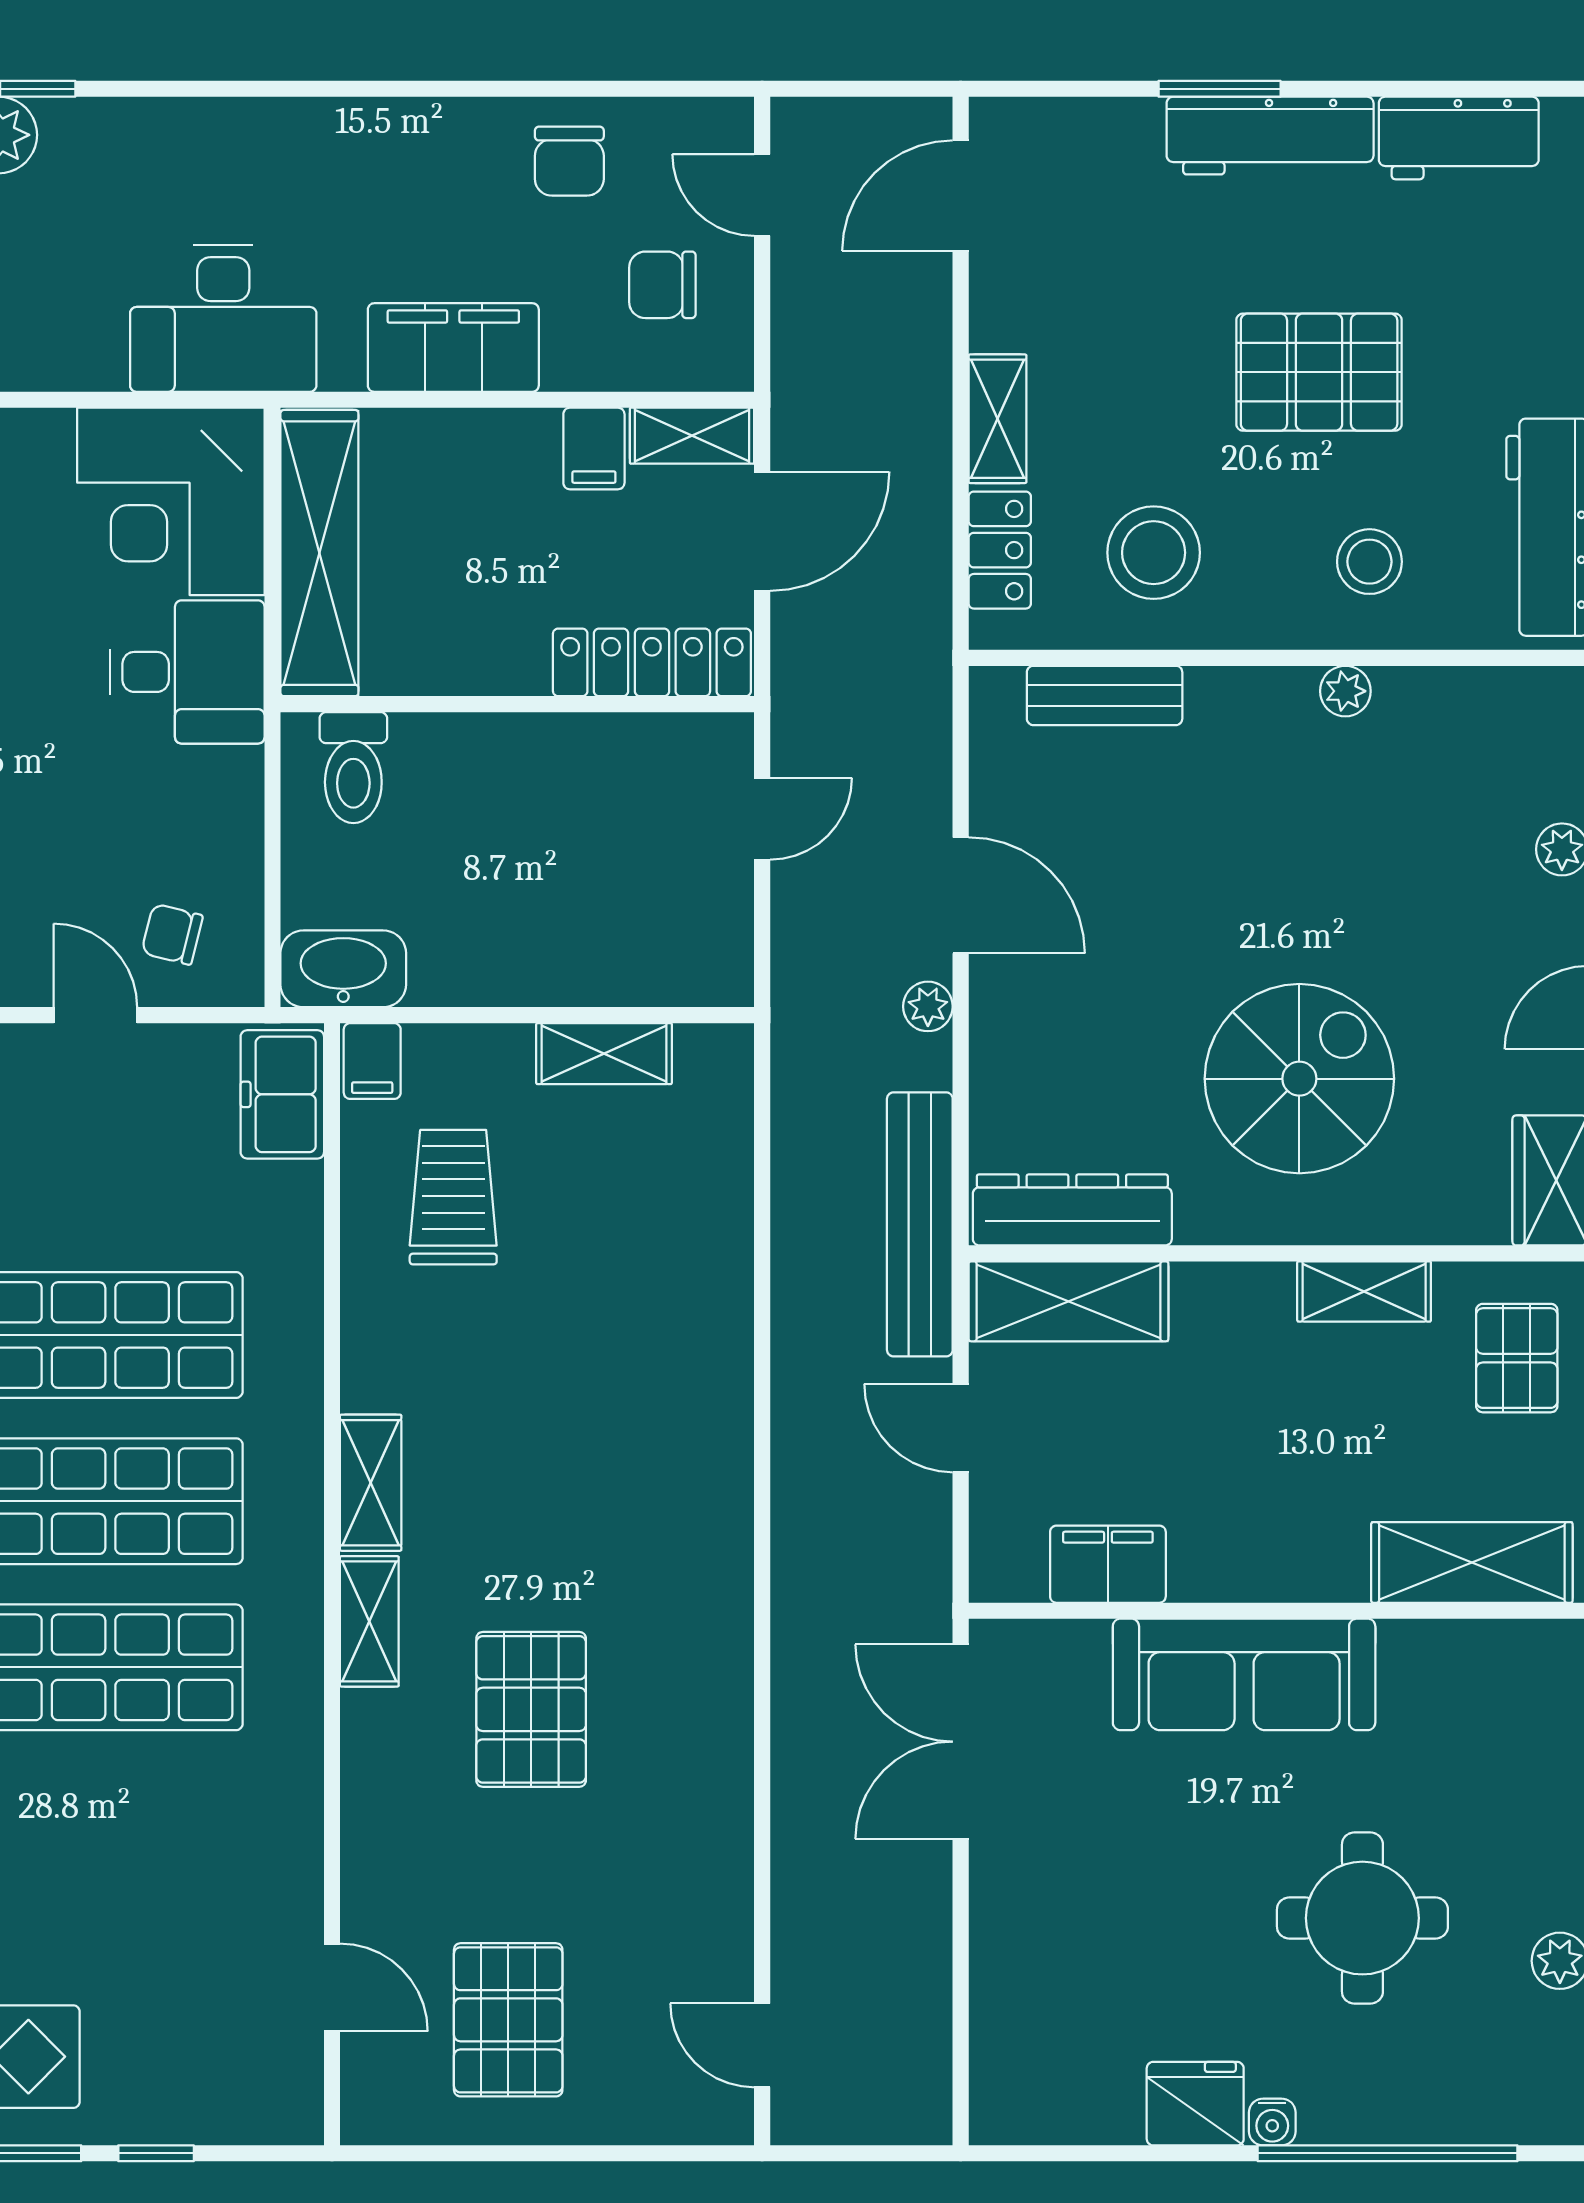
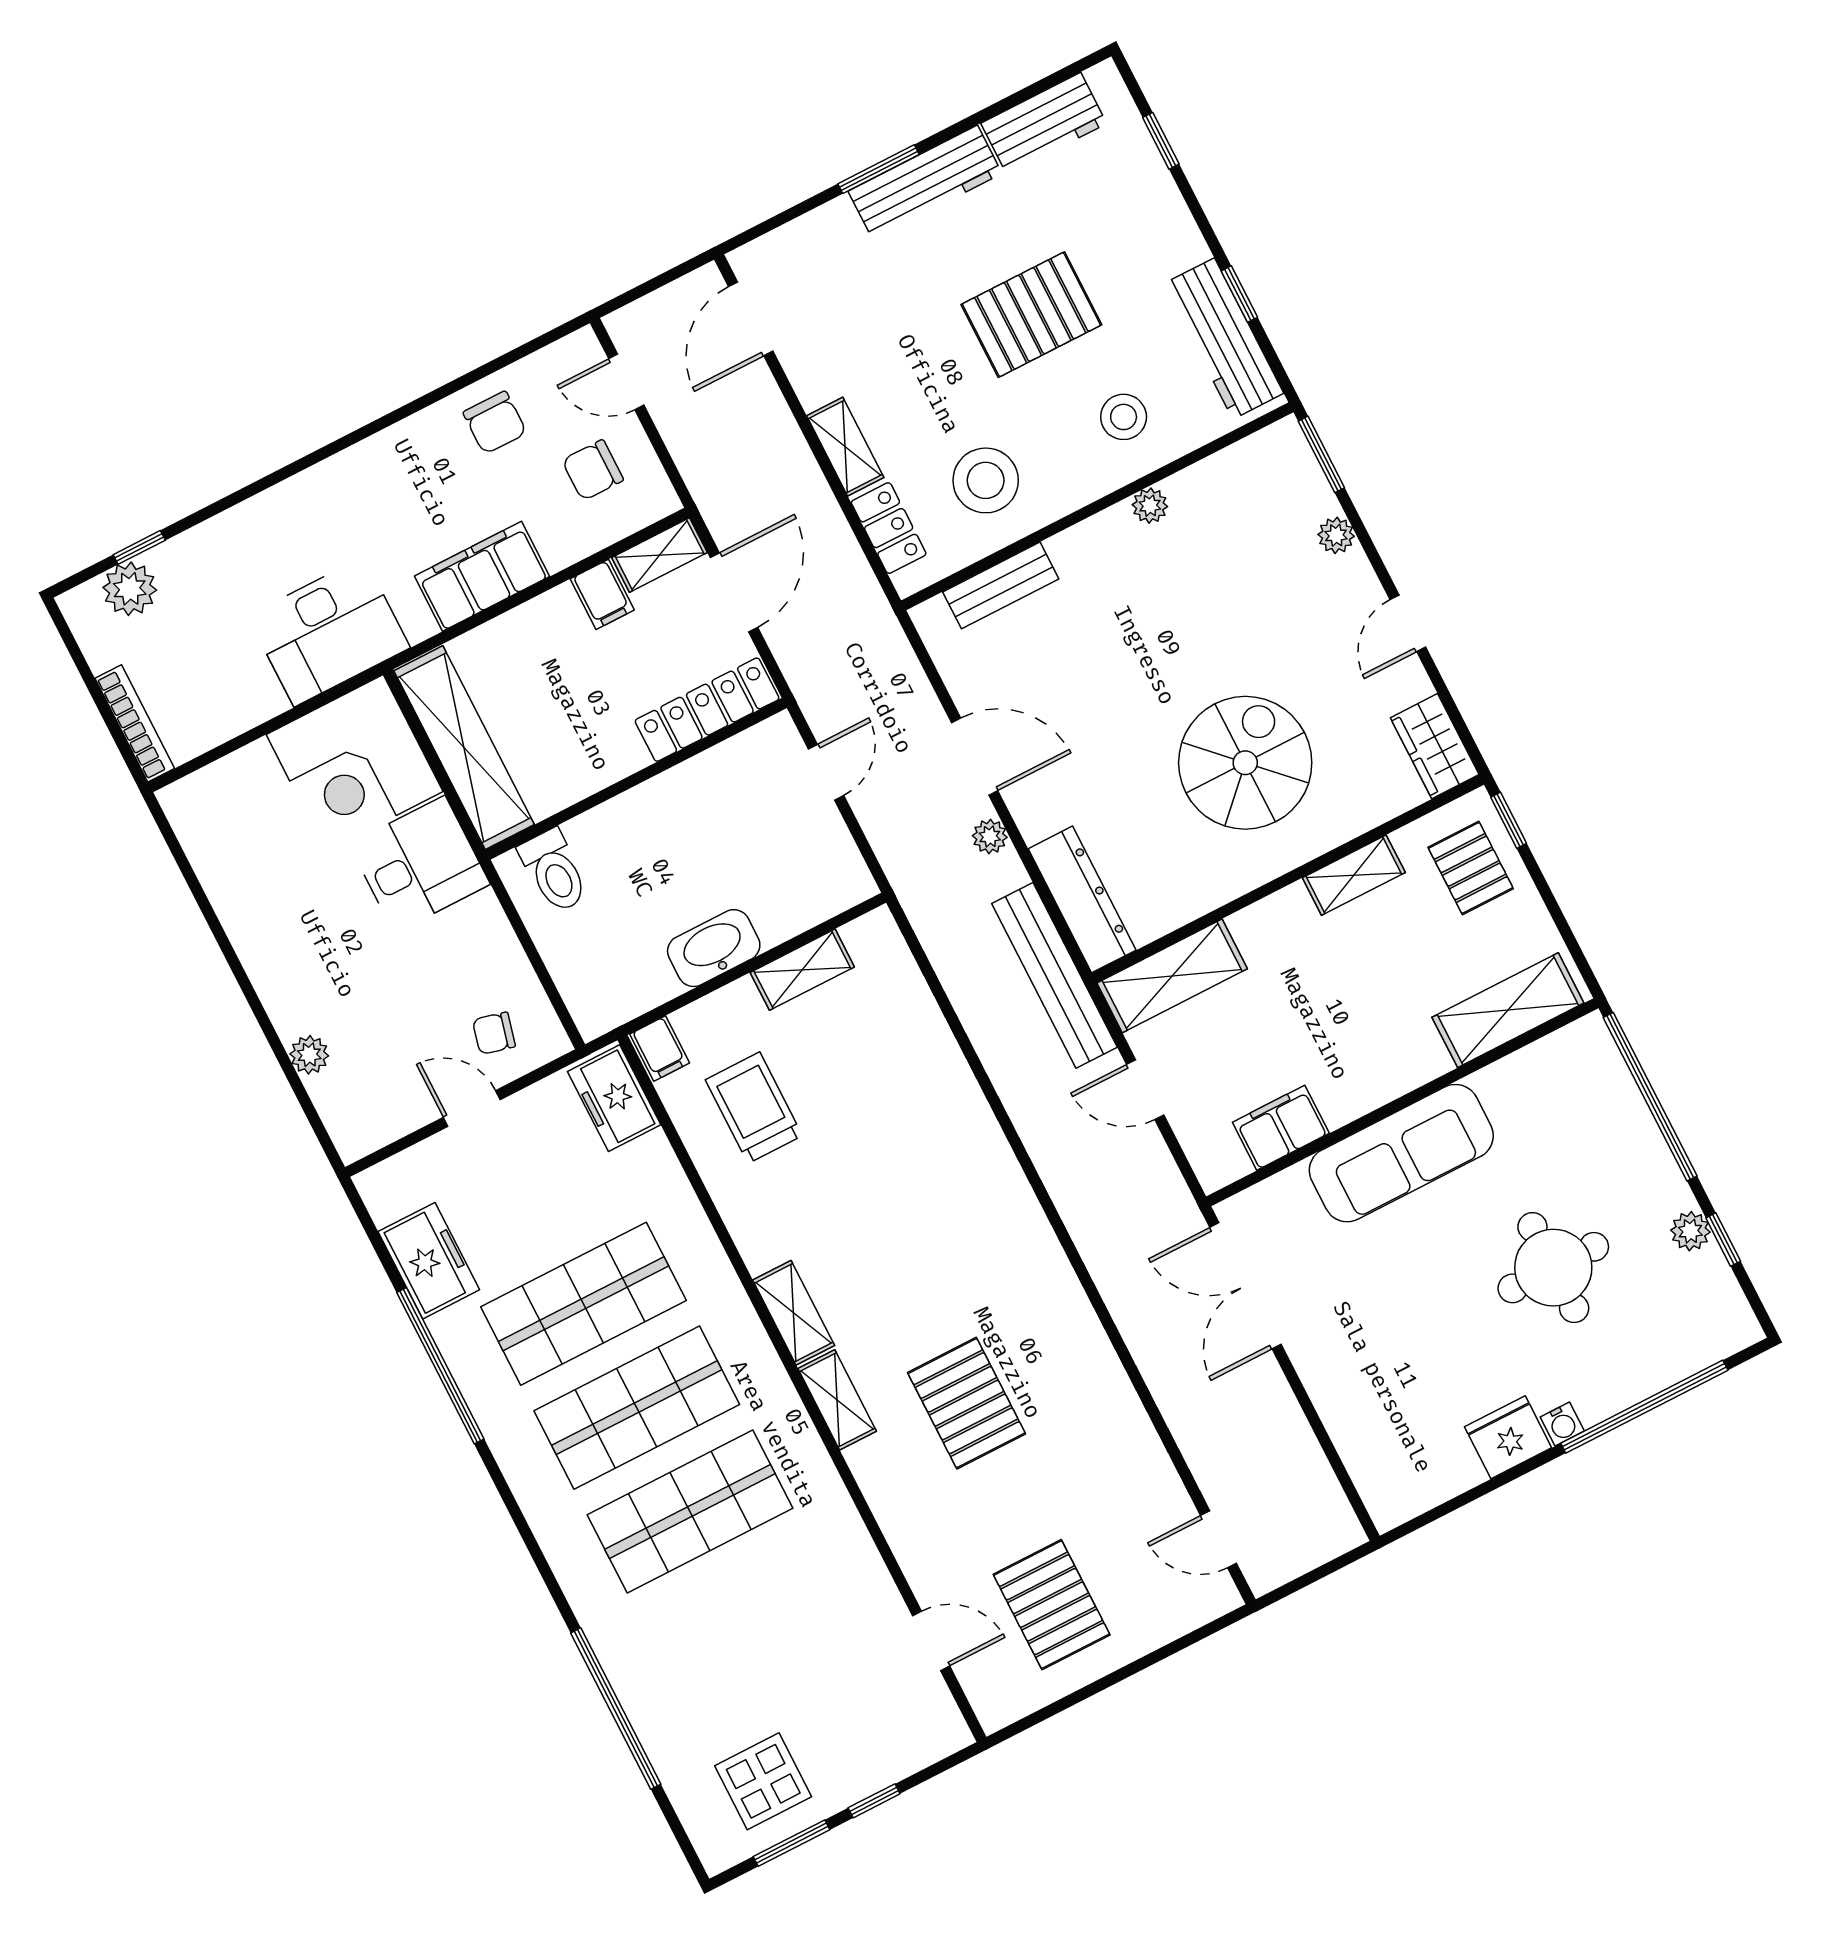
washbasin: (343, 969) -> (714, 948), moved
dresser: (1072, 1210) -> (1082, 899), moved, turned 90

